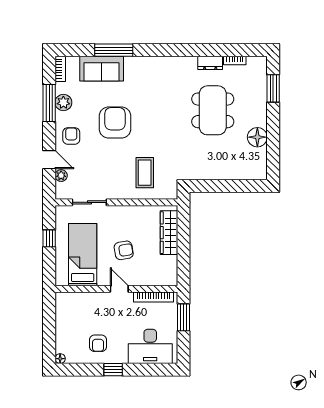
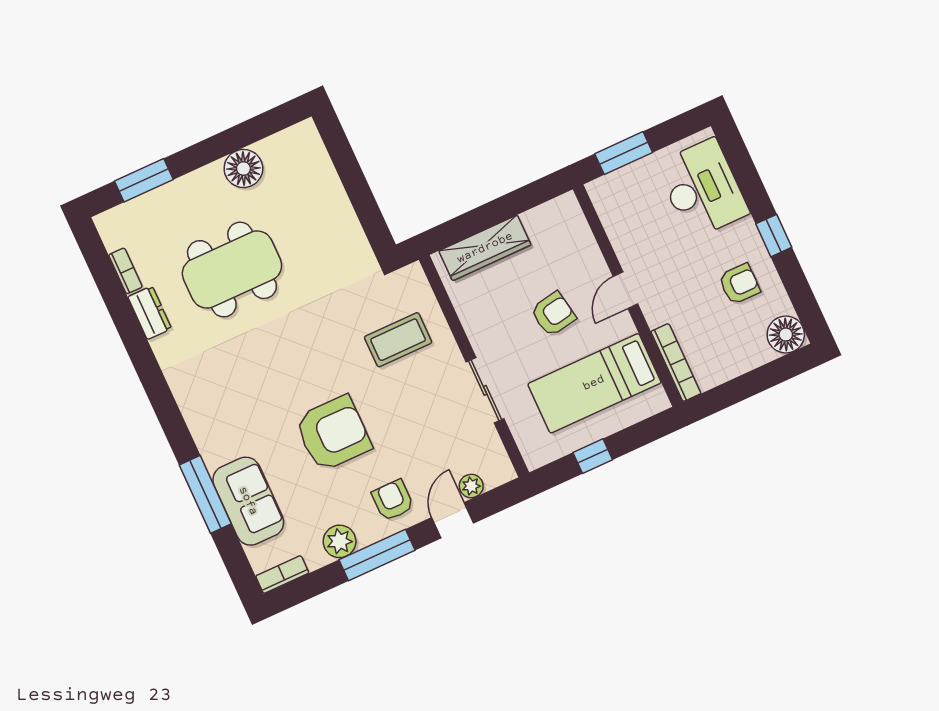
window: (49, 103) -> (377, 555), moved
armchair: (115, 122) -> (333, 433), turned 180
armchair: (71, 136) -> (393, 500), turned 90
sliding door: (89, 202) -> (485, 390), moved
armchair: (124, 250) -> (553, 314), turned 90
bookcase: (153, 297) -> (676, 363), moved
floor lamp: (60, 359) -> (786, 335), width x1.89, depth x1.89

